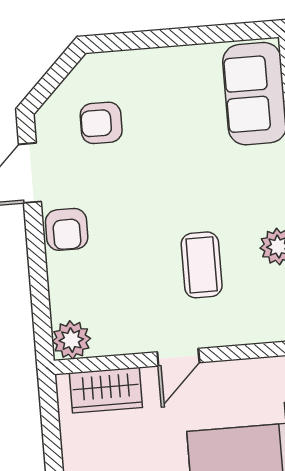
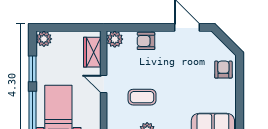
armchair: (101, 123) -> (223, 70), moved
armchair: (67, 229) -> (146, 41), moved

